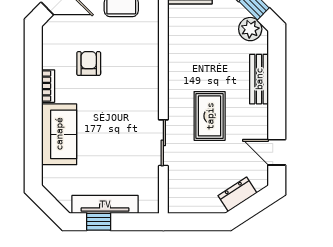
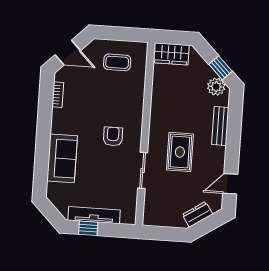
armchair: (89, 63) -> (113, 136), moved
bookcase: (48, 86) -> (58, 95), moved
door: (277, 152) -> (230, 184), hinge flipped

